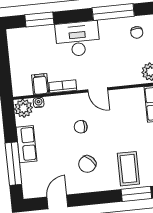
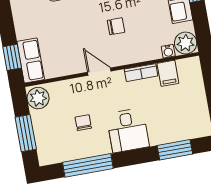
chair: (137, 32) -> (83, 123), moved
desk: (78, 39) -> (128, 130), width x0.73

